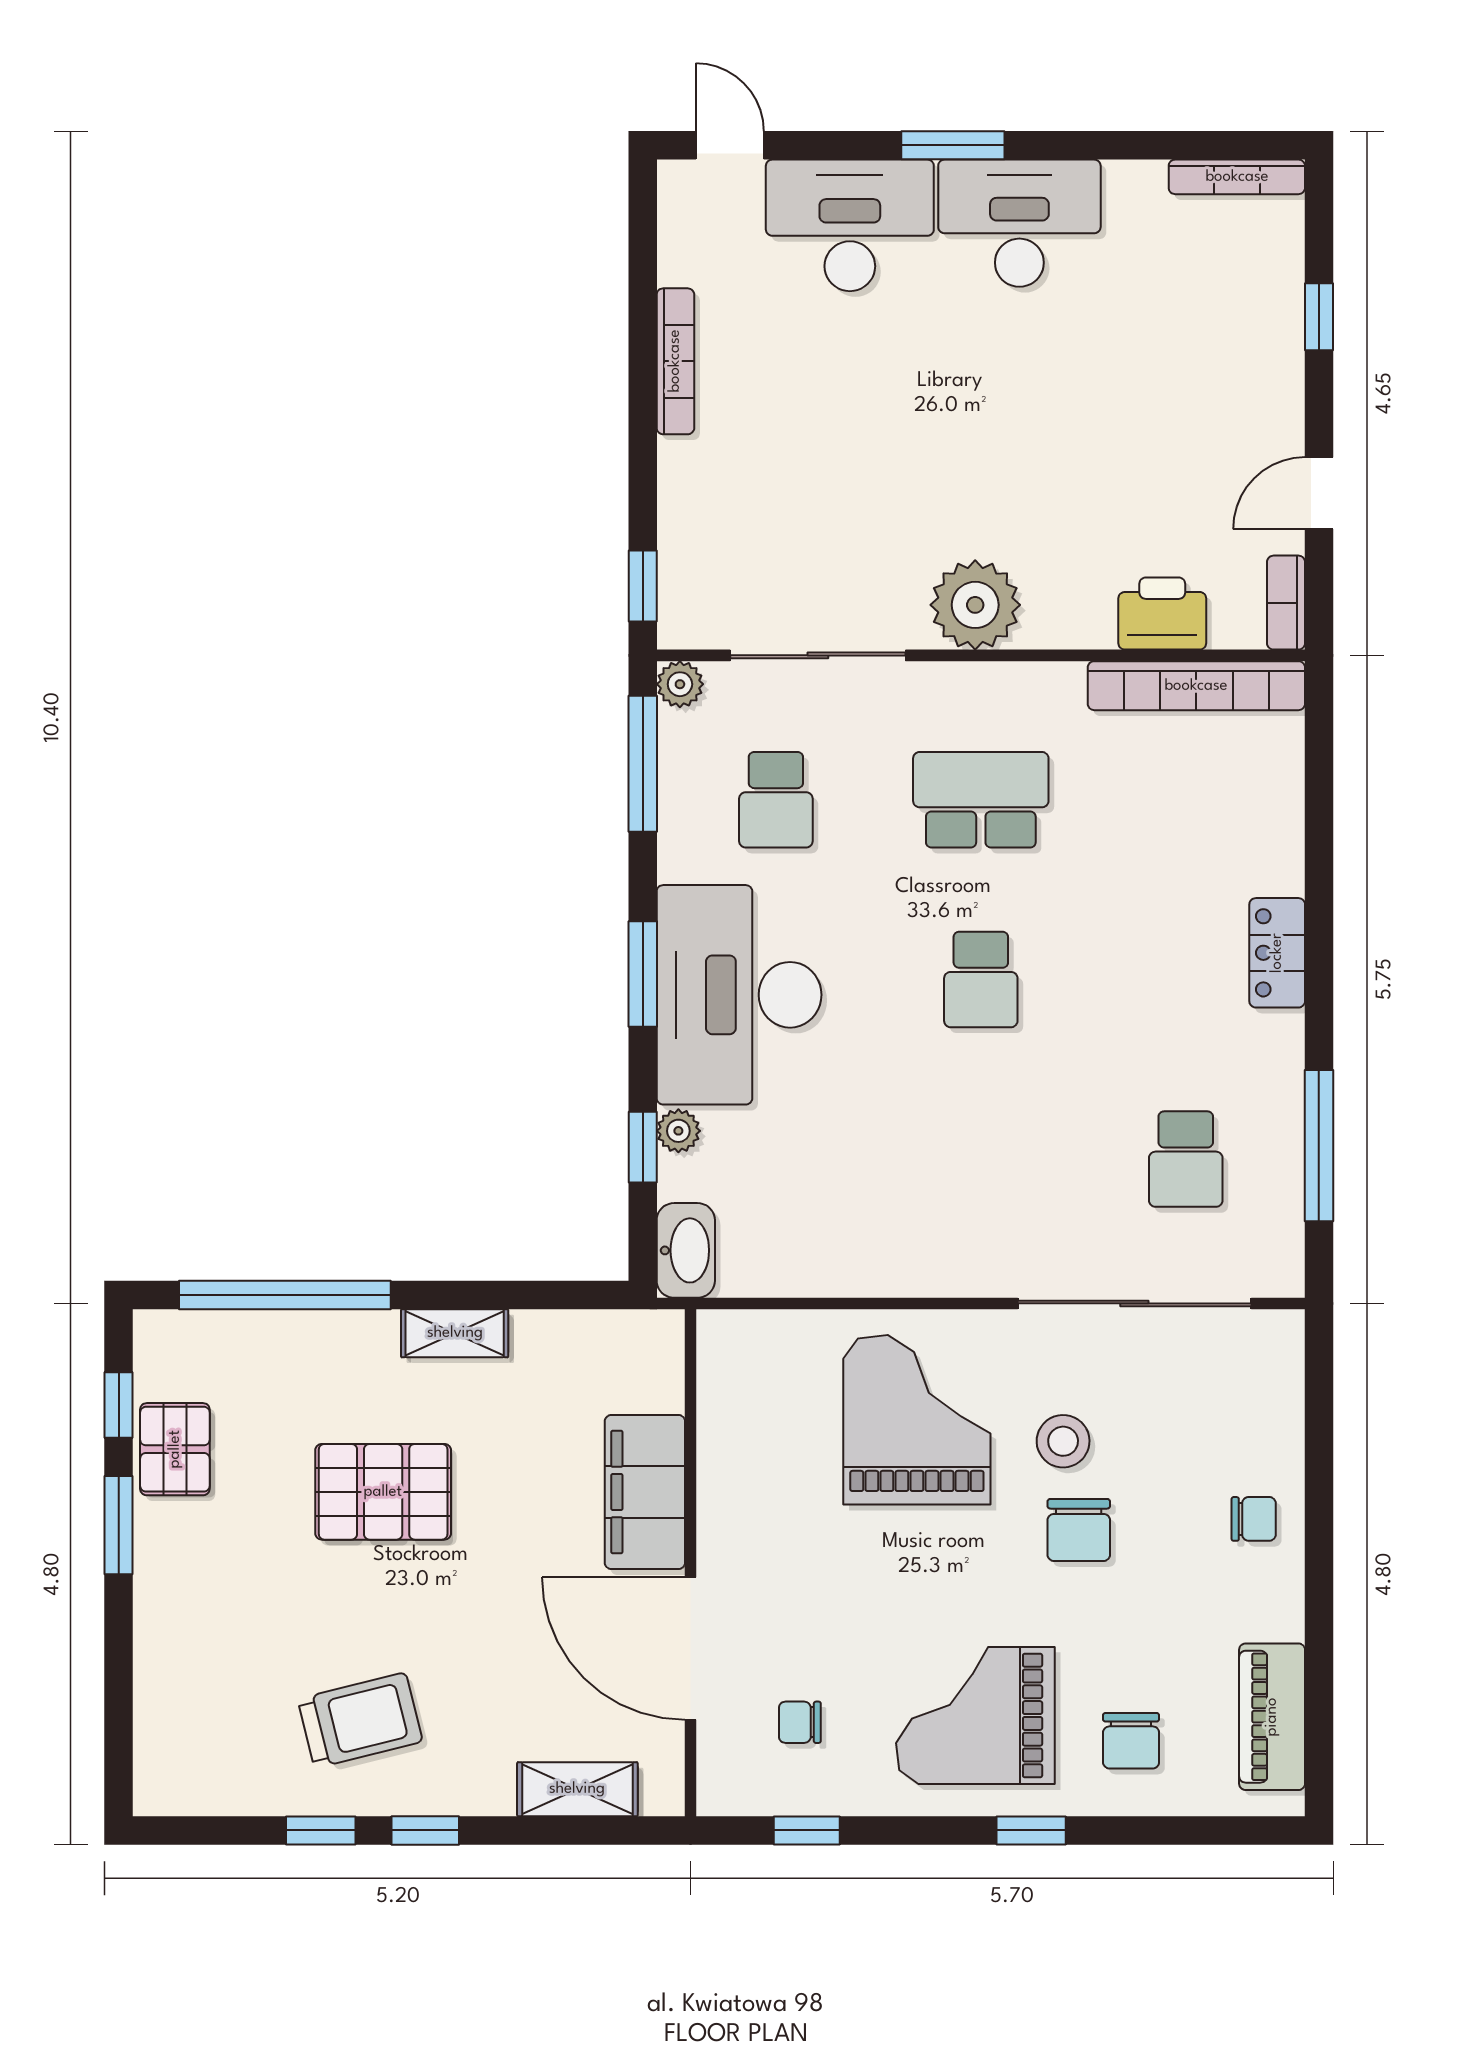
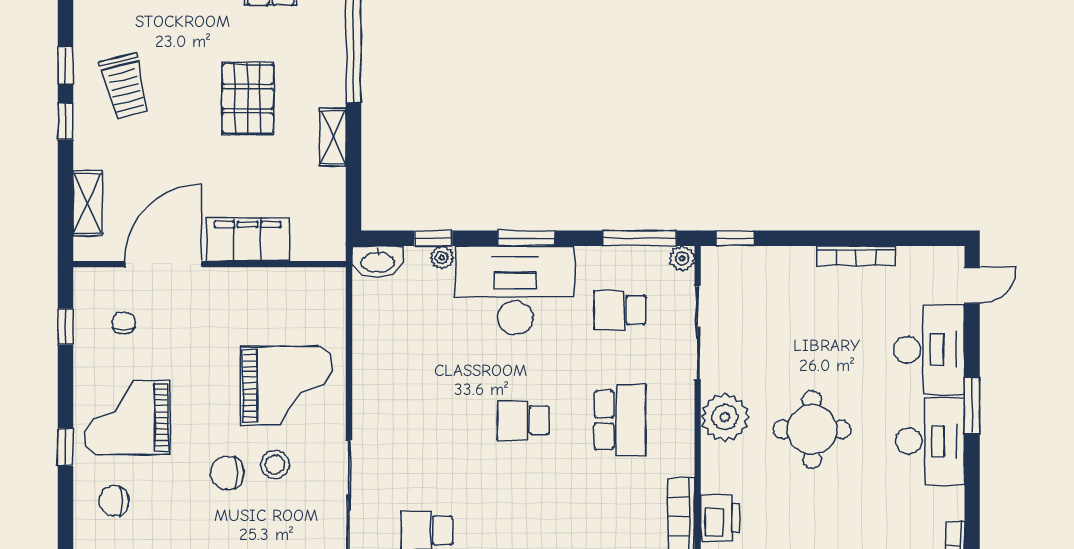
round table: (998, 443) -> (812, 429), added
grand piano: (975, 1716) -> (127, 417), turned -90

